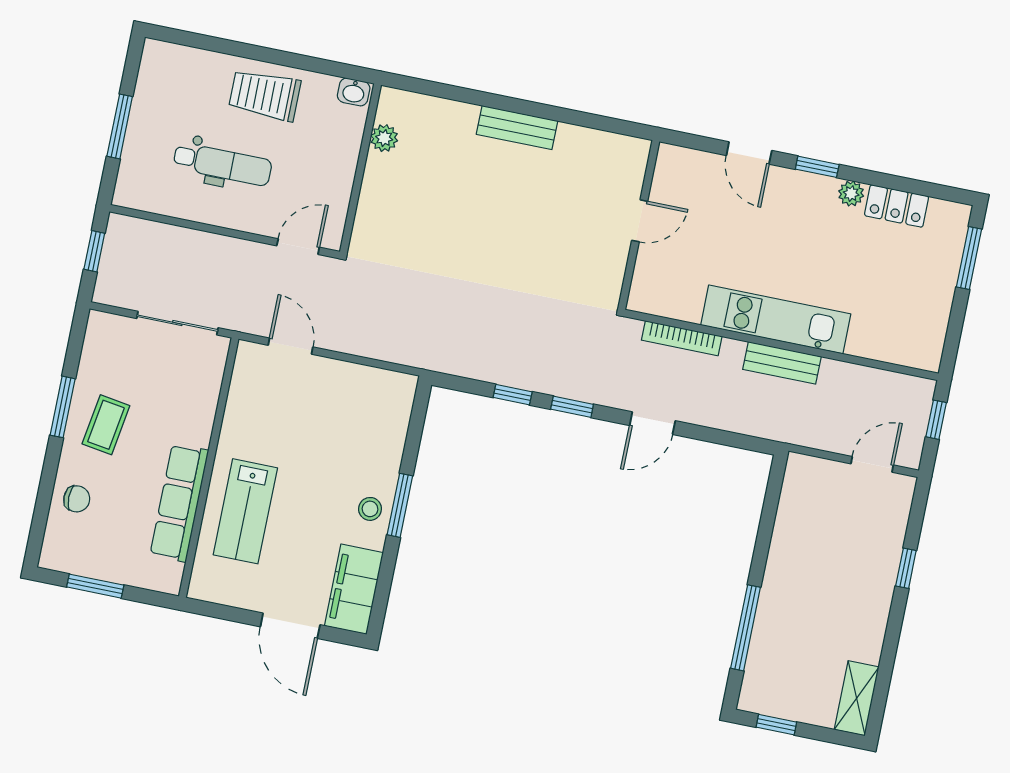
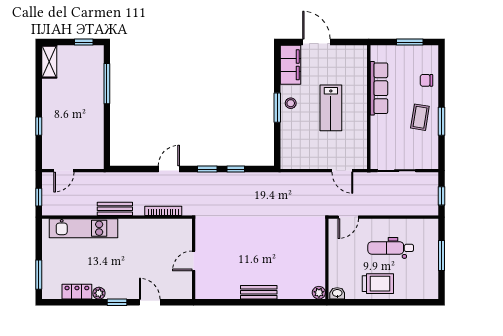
plant: (384, 138) -> (319, 293), moved
kitchen unit: (776, 319) -> (83, 228), moved
lab bench: (245, 511) -> (331, 108), moved, turned 180

